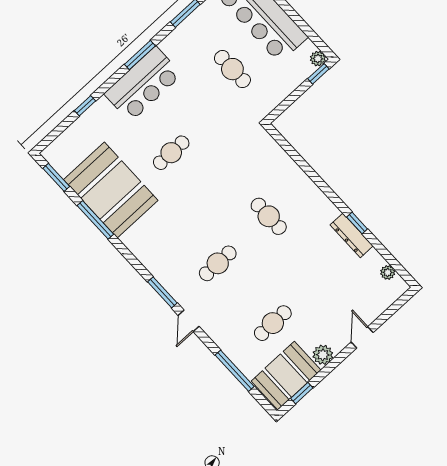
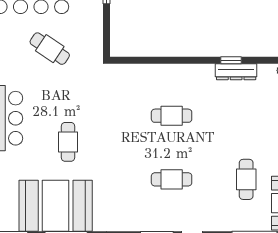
cafe table: (232, 69) -> (50, 49), turned 34
cafe table: (218, 263) -> (172, 179), turned 90

